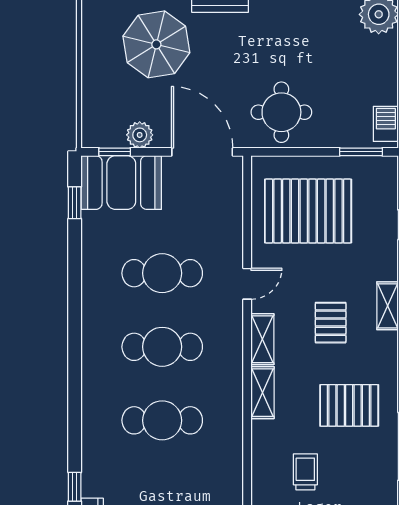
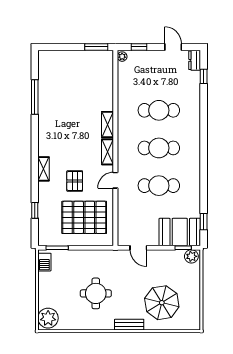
round table: (281, 112) -> (96, 293), moved
plant: (140, 135) -> (191, 256), moved
door: (202, 152) -> (138, 248), width x0.53
pallet: (331, 323) -> (75, 181), moved
pallet: (349, 405) -> (63, 118), removed
trolley: (305, 472) -> (86, 84), removed

